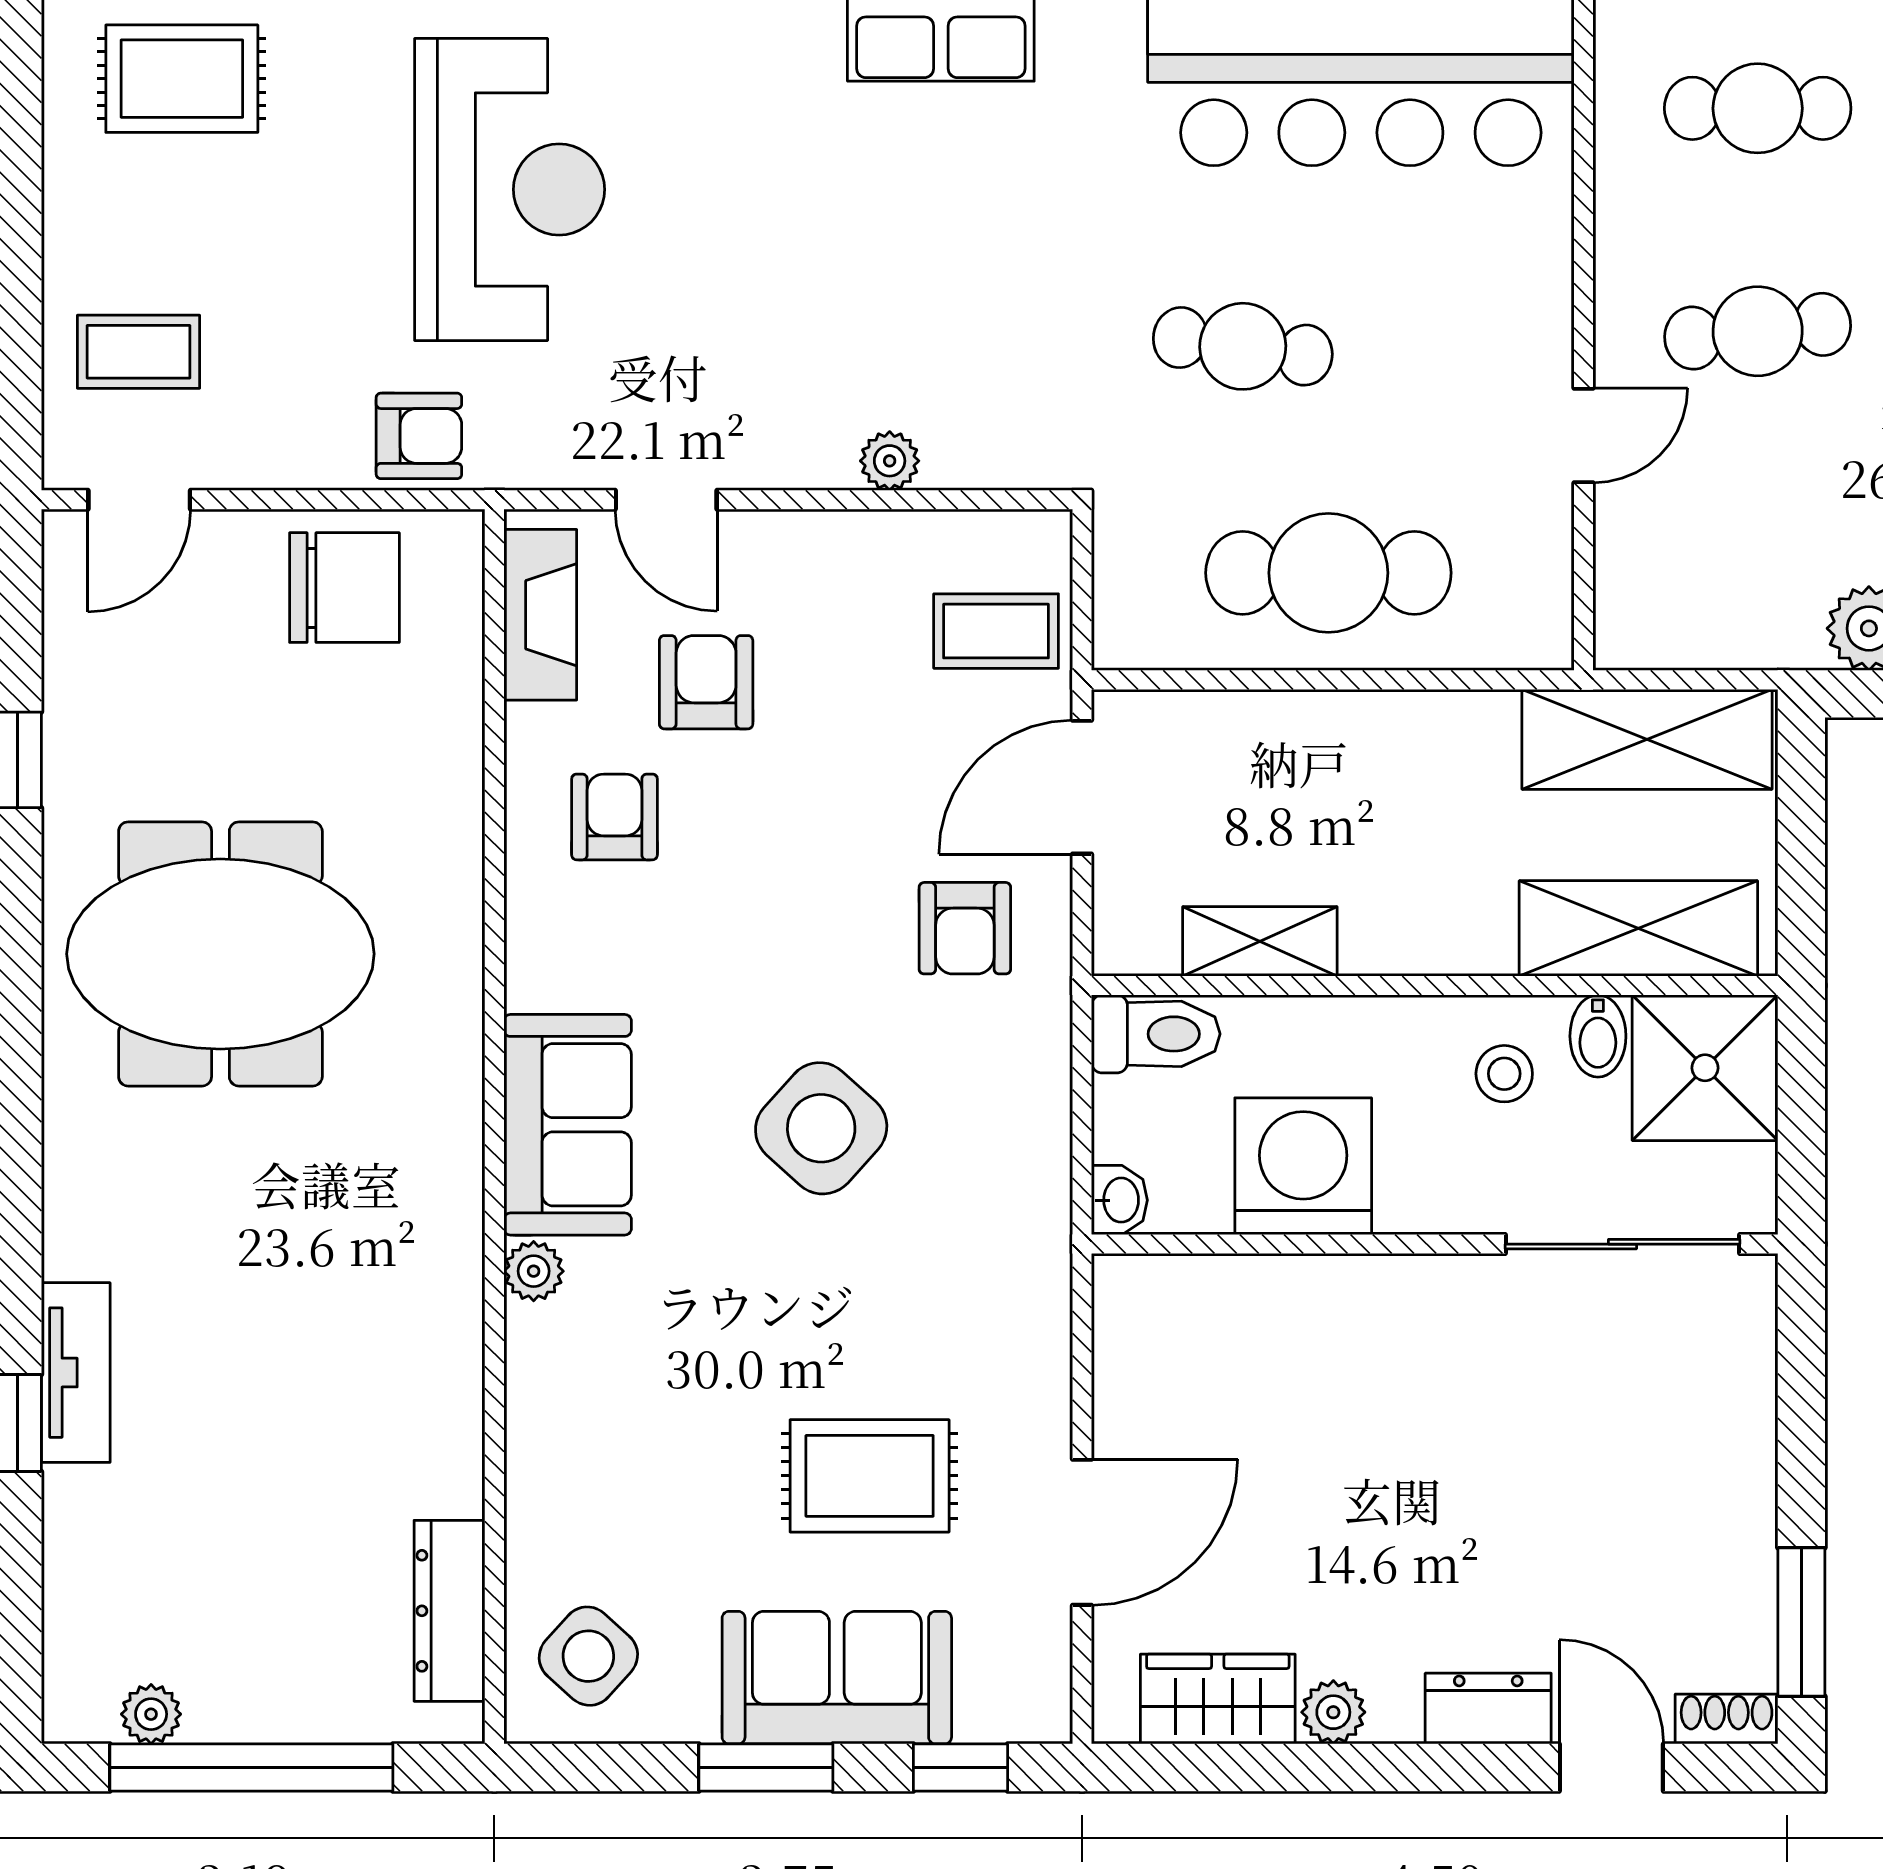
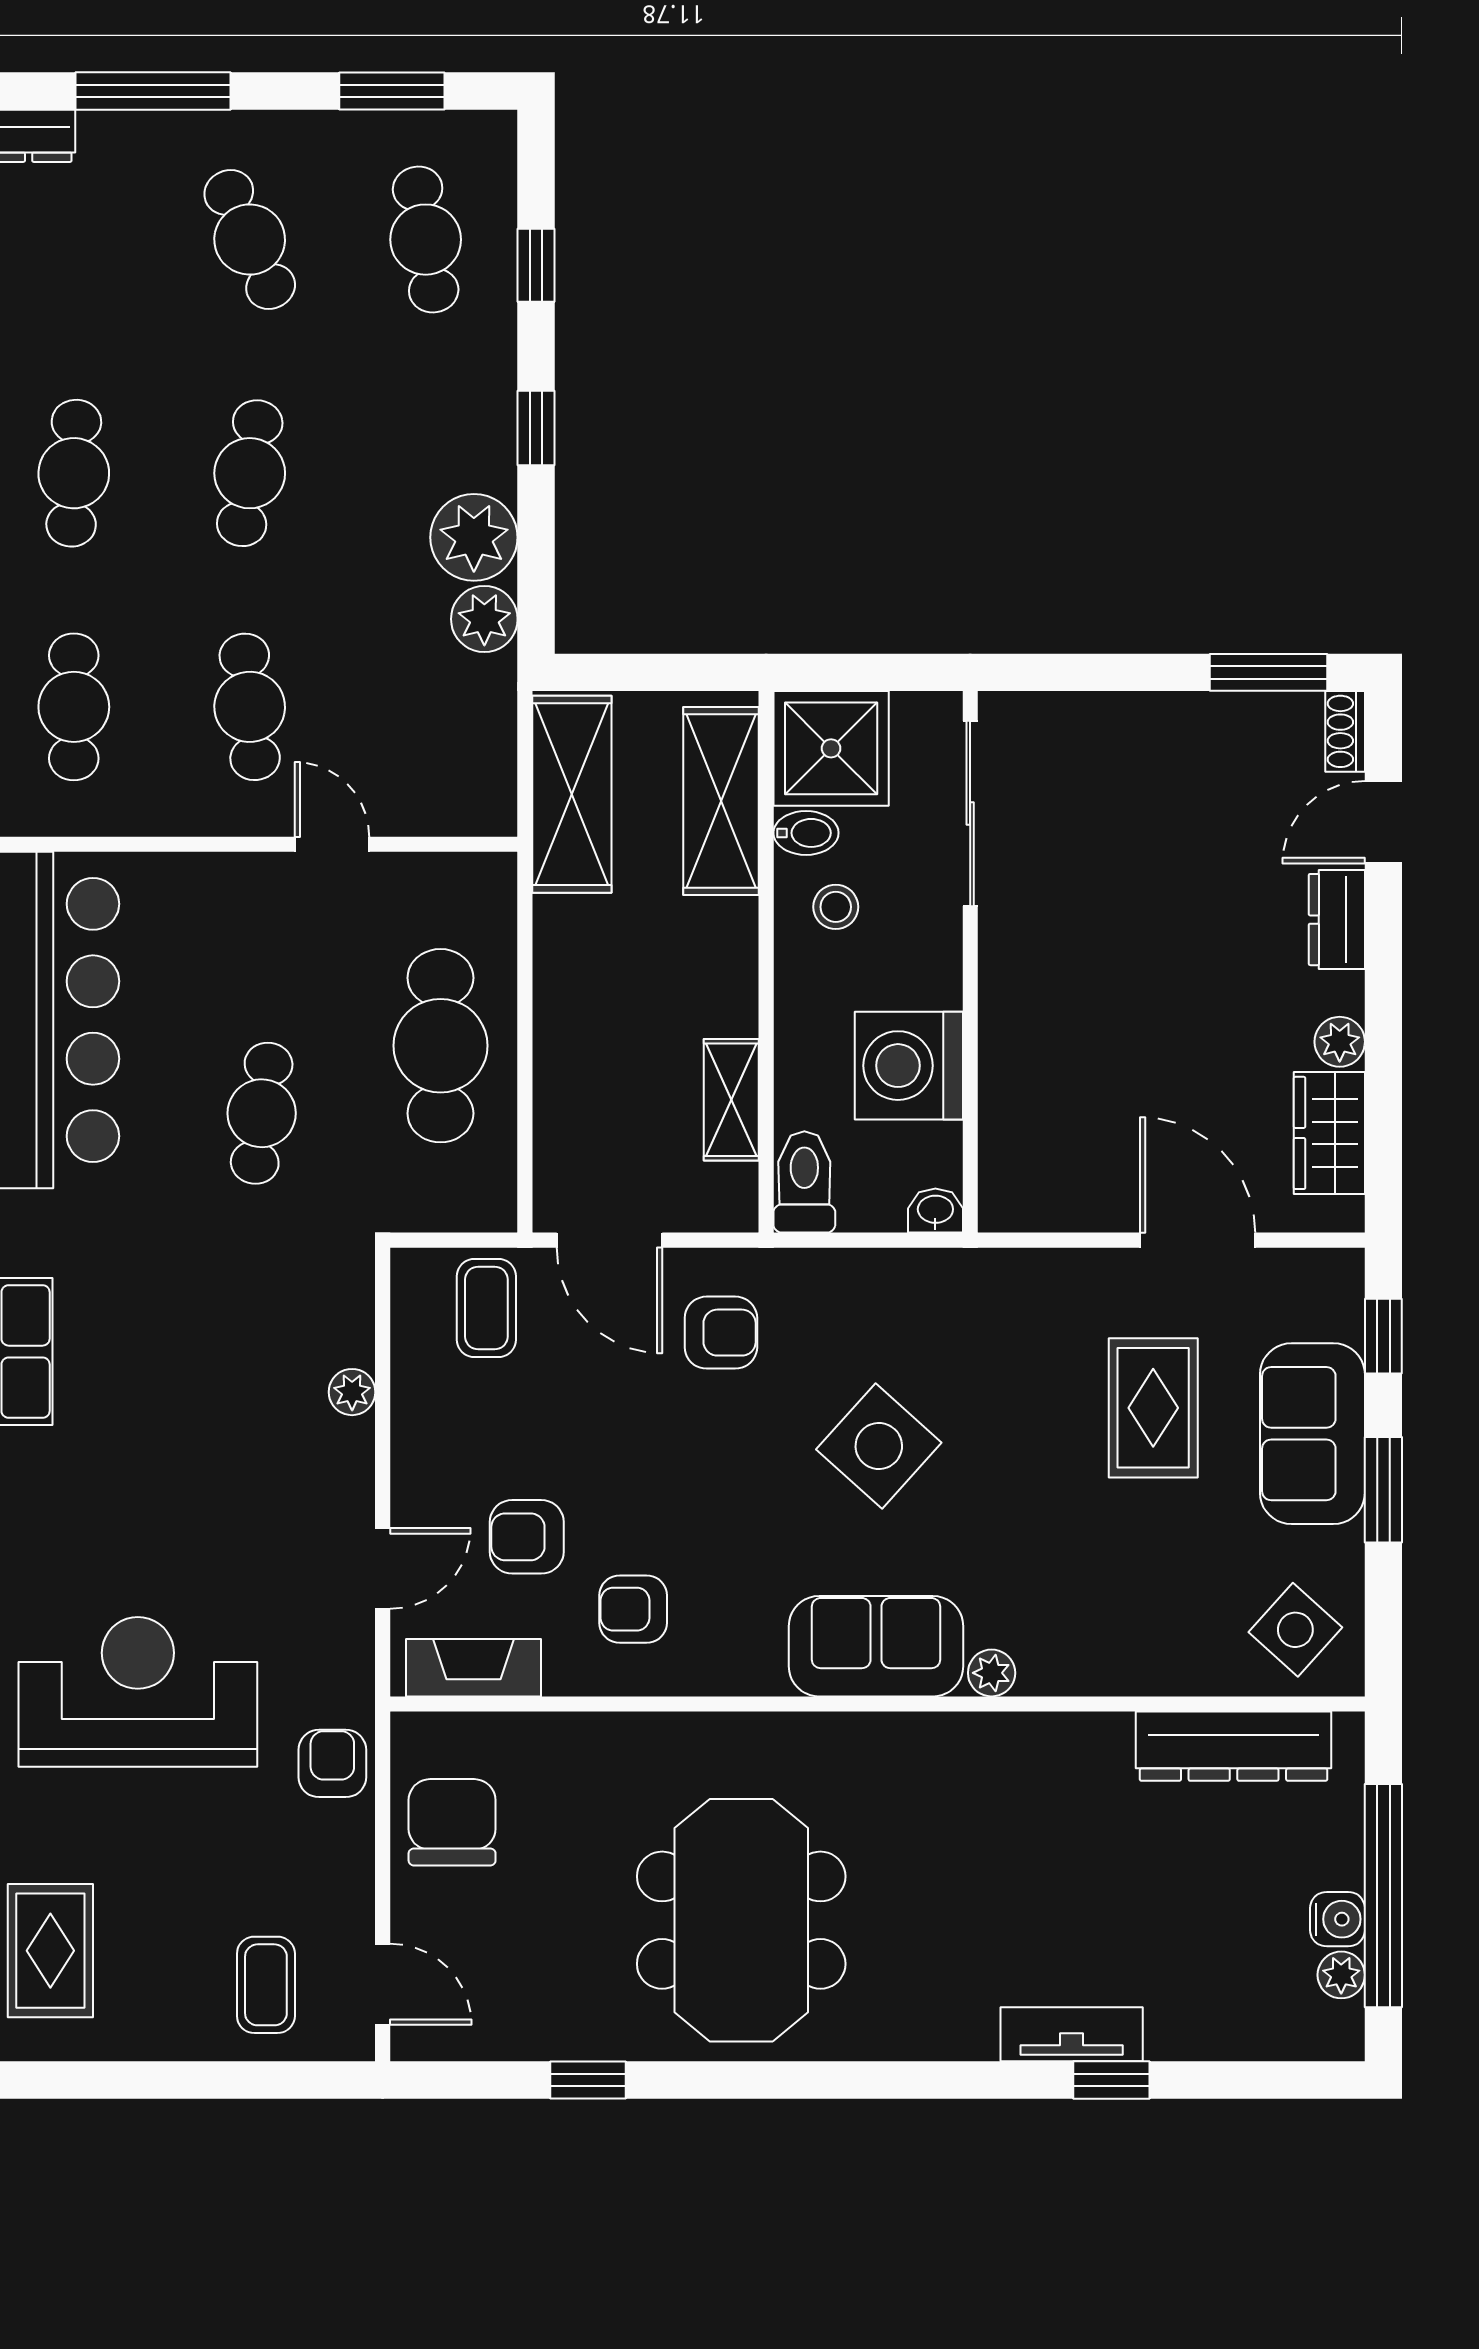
dresser: (450, 1611) -> (1234, 1746), width x1.37, depth x1.24
water cooler: (222, 1709) -> (1337, 1919), added

